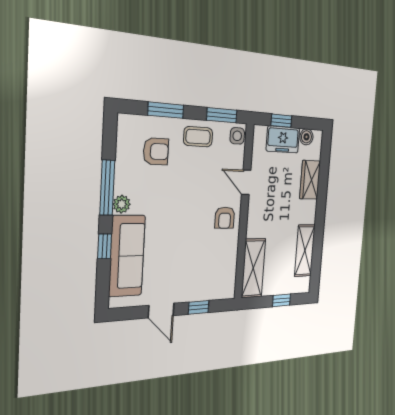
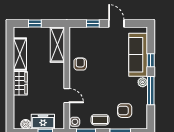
wardrobe: (310, 180) -> (20, 83), moved
armchair: (225, 218) -> (80, 64), moved

